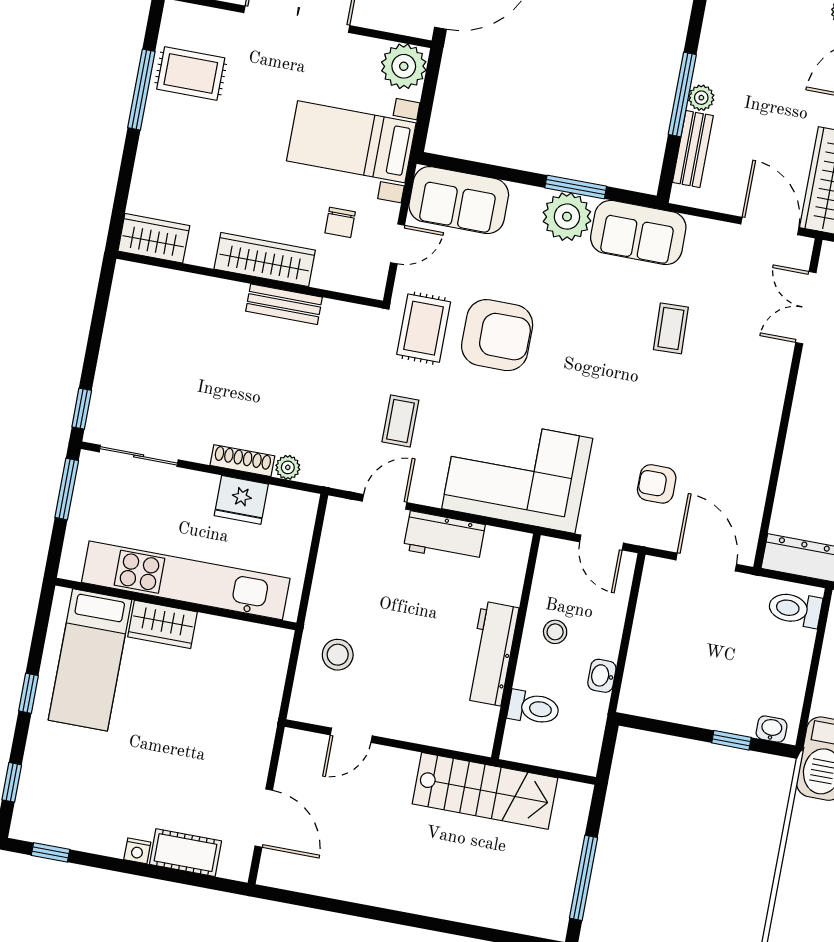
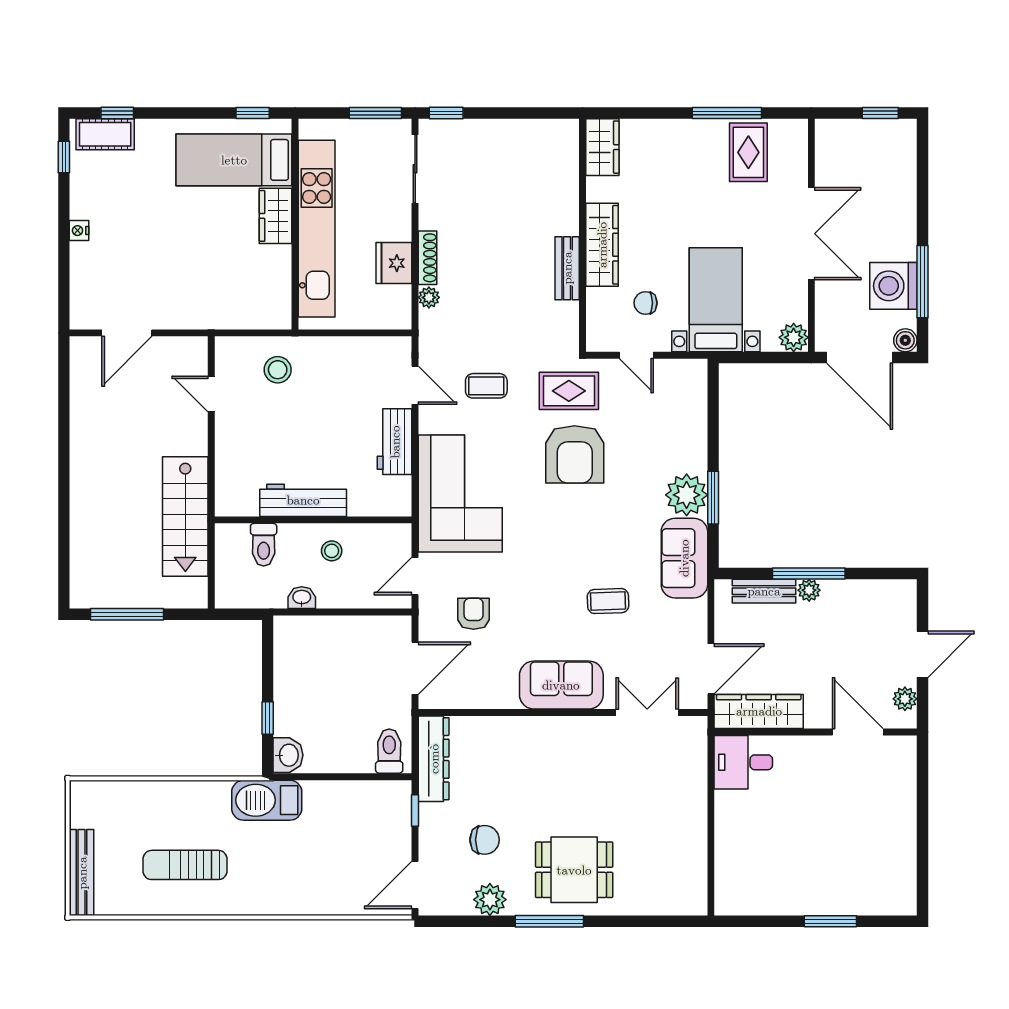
plant: (404, 66) -> (794, 337), width x0.73, depth x0.73
sofa: (459, 200) -> (561, 685), moved, turned 90
window: (28, 693) -> (253, 113), moved
washbasin: (772, 729) -> (288, 755), width x1.38, depth x1.45
cot: (186, 853) -> (105, 134), moved, turned 90

